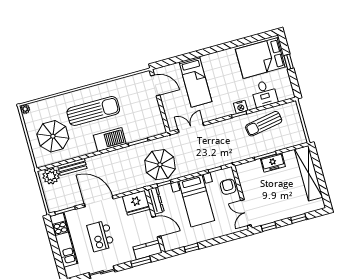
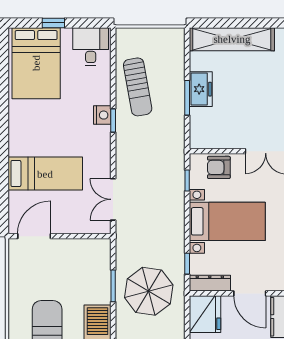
desk: (264, 94) -> (91, 47), moved, turned -90
parasol: (160, 165) -> (149, 291), moved
door: (156, 227) -> (250, 293), swing flipped

